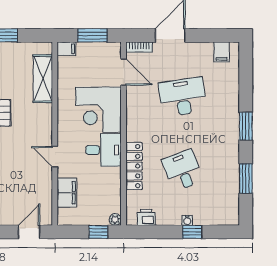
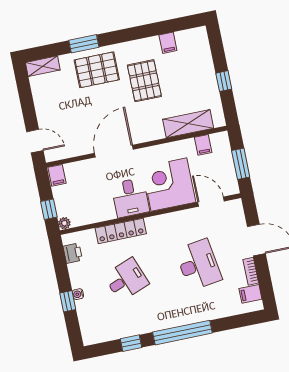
bookcase: (139, 47) -> (251, 271), moved
filing cabinet: (67, 49) -> (203, 145), moved
door: (124, 72) -> (211, 202), swing flipped
window: (246, 126) -> (182, 333), width x2.11
door: (55, 157) -> (114, 151), width x1.87
window: (246, 179) -> (131, 343), width x0.67
filing cabinet: (67, 193) -> (57, 175), moved, width x0.50

